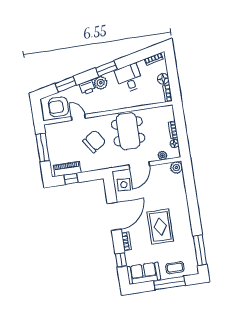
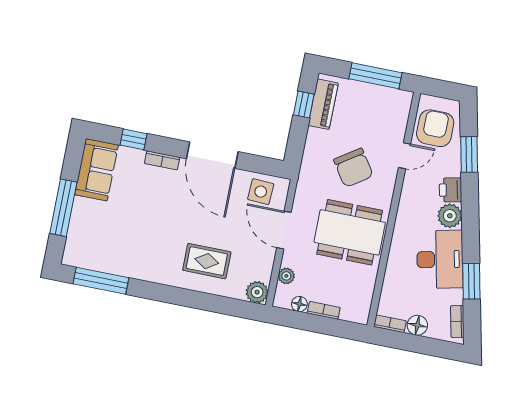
window: (106, 69) -> (471, 281), moved
desk: (129, 78) -> (440, 259), width x1.37
rug: (160, 226) -> (207, 261), moved, width x0.73, depth x0.70
coffee table: (175, 268) -> (86, 227), removed

